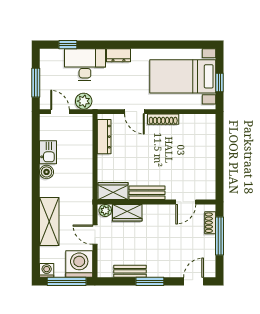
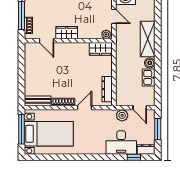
dresser: (118, 55) -> (146, 149), moved
window: (220, 83) -> (21, 129), width x2.17
door: (134, 112) -> (85, 108), hinge flipped
bench: (147, 193) -> (38, 101), moved
door: (186, 202) -> (46, 41), swing flipped
wardrobe: (127, 213) -> (67, 33), moved
shelving: (49, 221) -> (148, 39), moved

